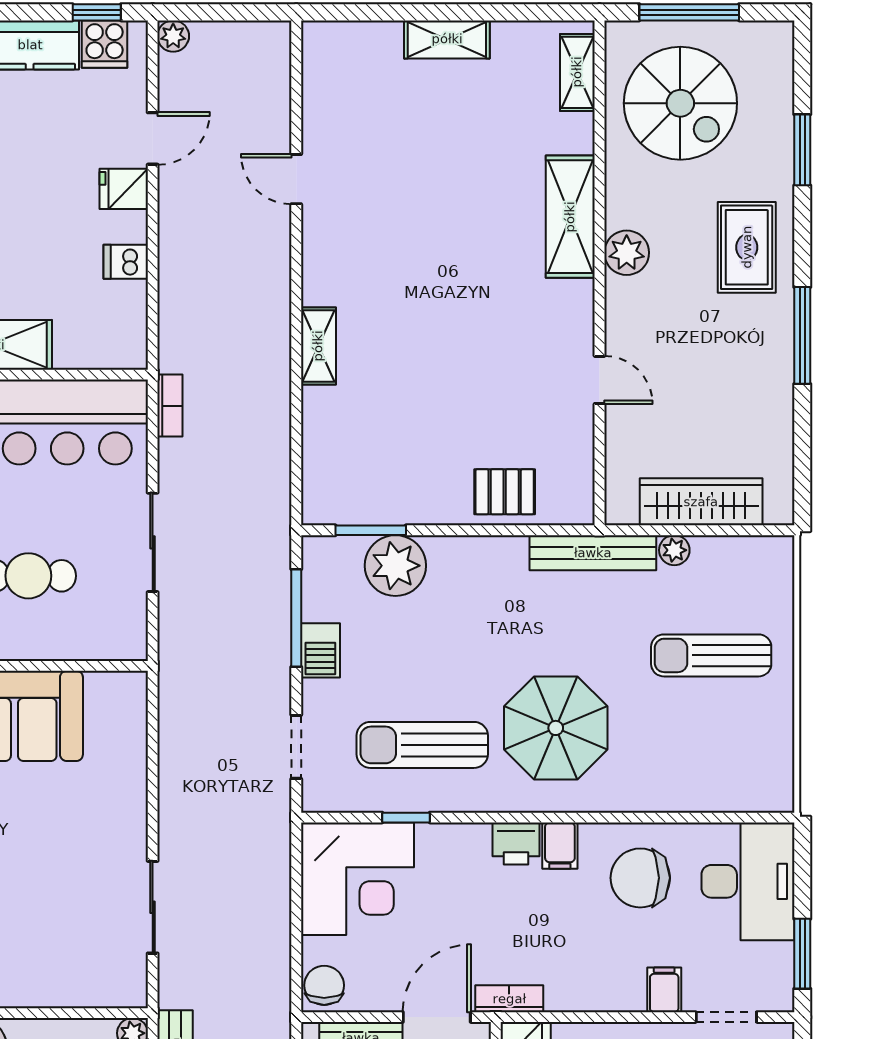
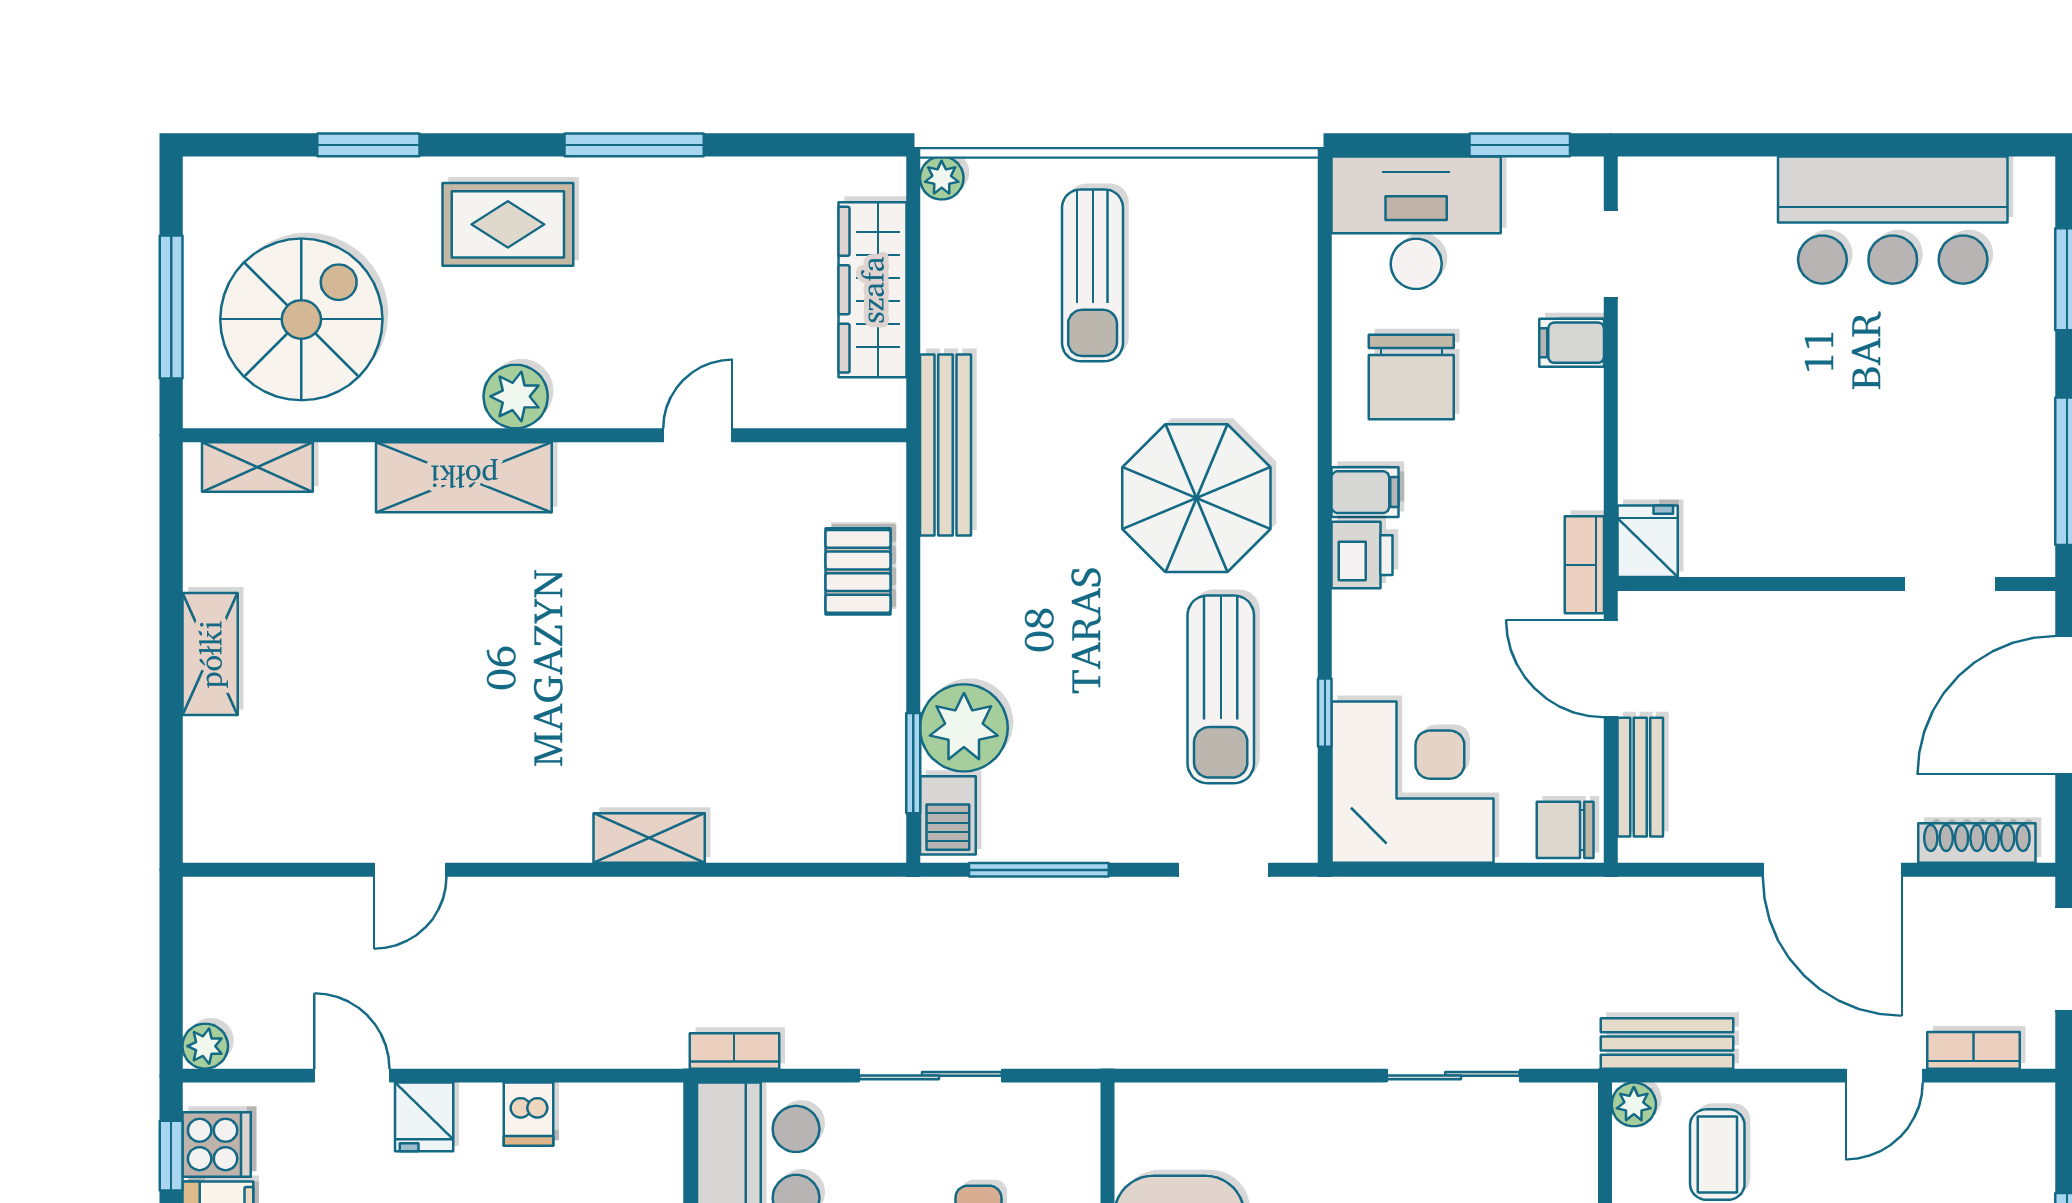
plant: (674, 550) -> (942, 178), moved
barbecue: (320, 650) -> (948, 815), moved, turned 90

